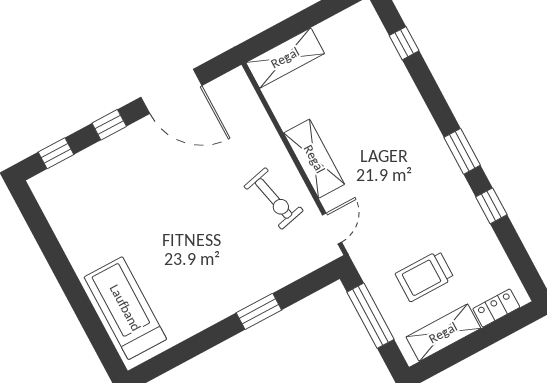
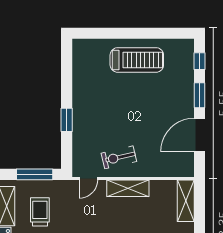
window: (109, 125) -> (200, 95), width x1.50
door: (332, 228) -> (88, 178), hinge flipped
treadmill: (125, 308) -> (137, 60), moved

